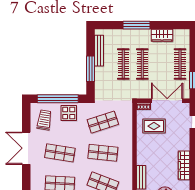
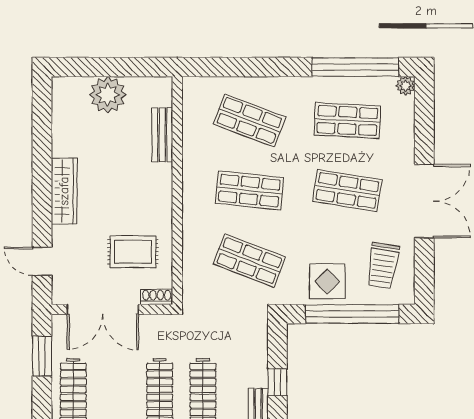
window: (91, 69) -> (277, 382), width x0.46
shop shelf: (103, 122) -> (249, 261), turned 39
wardrobe: (184, 165) -> (64, 191), moved

